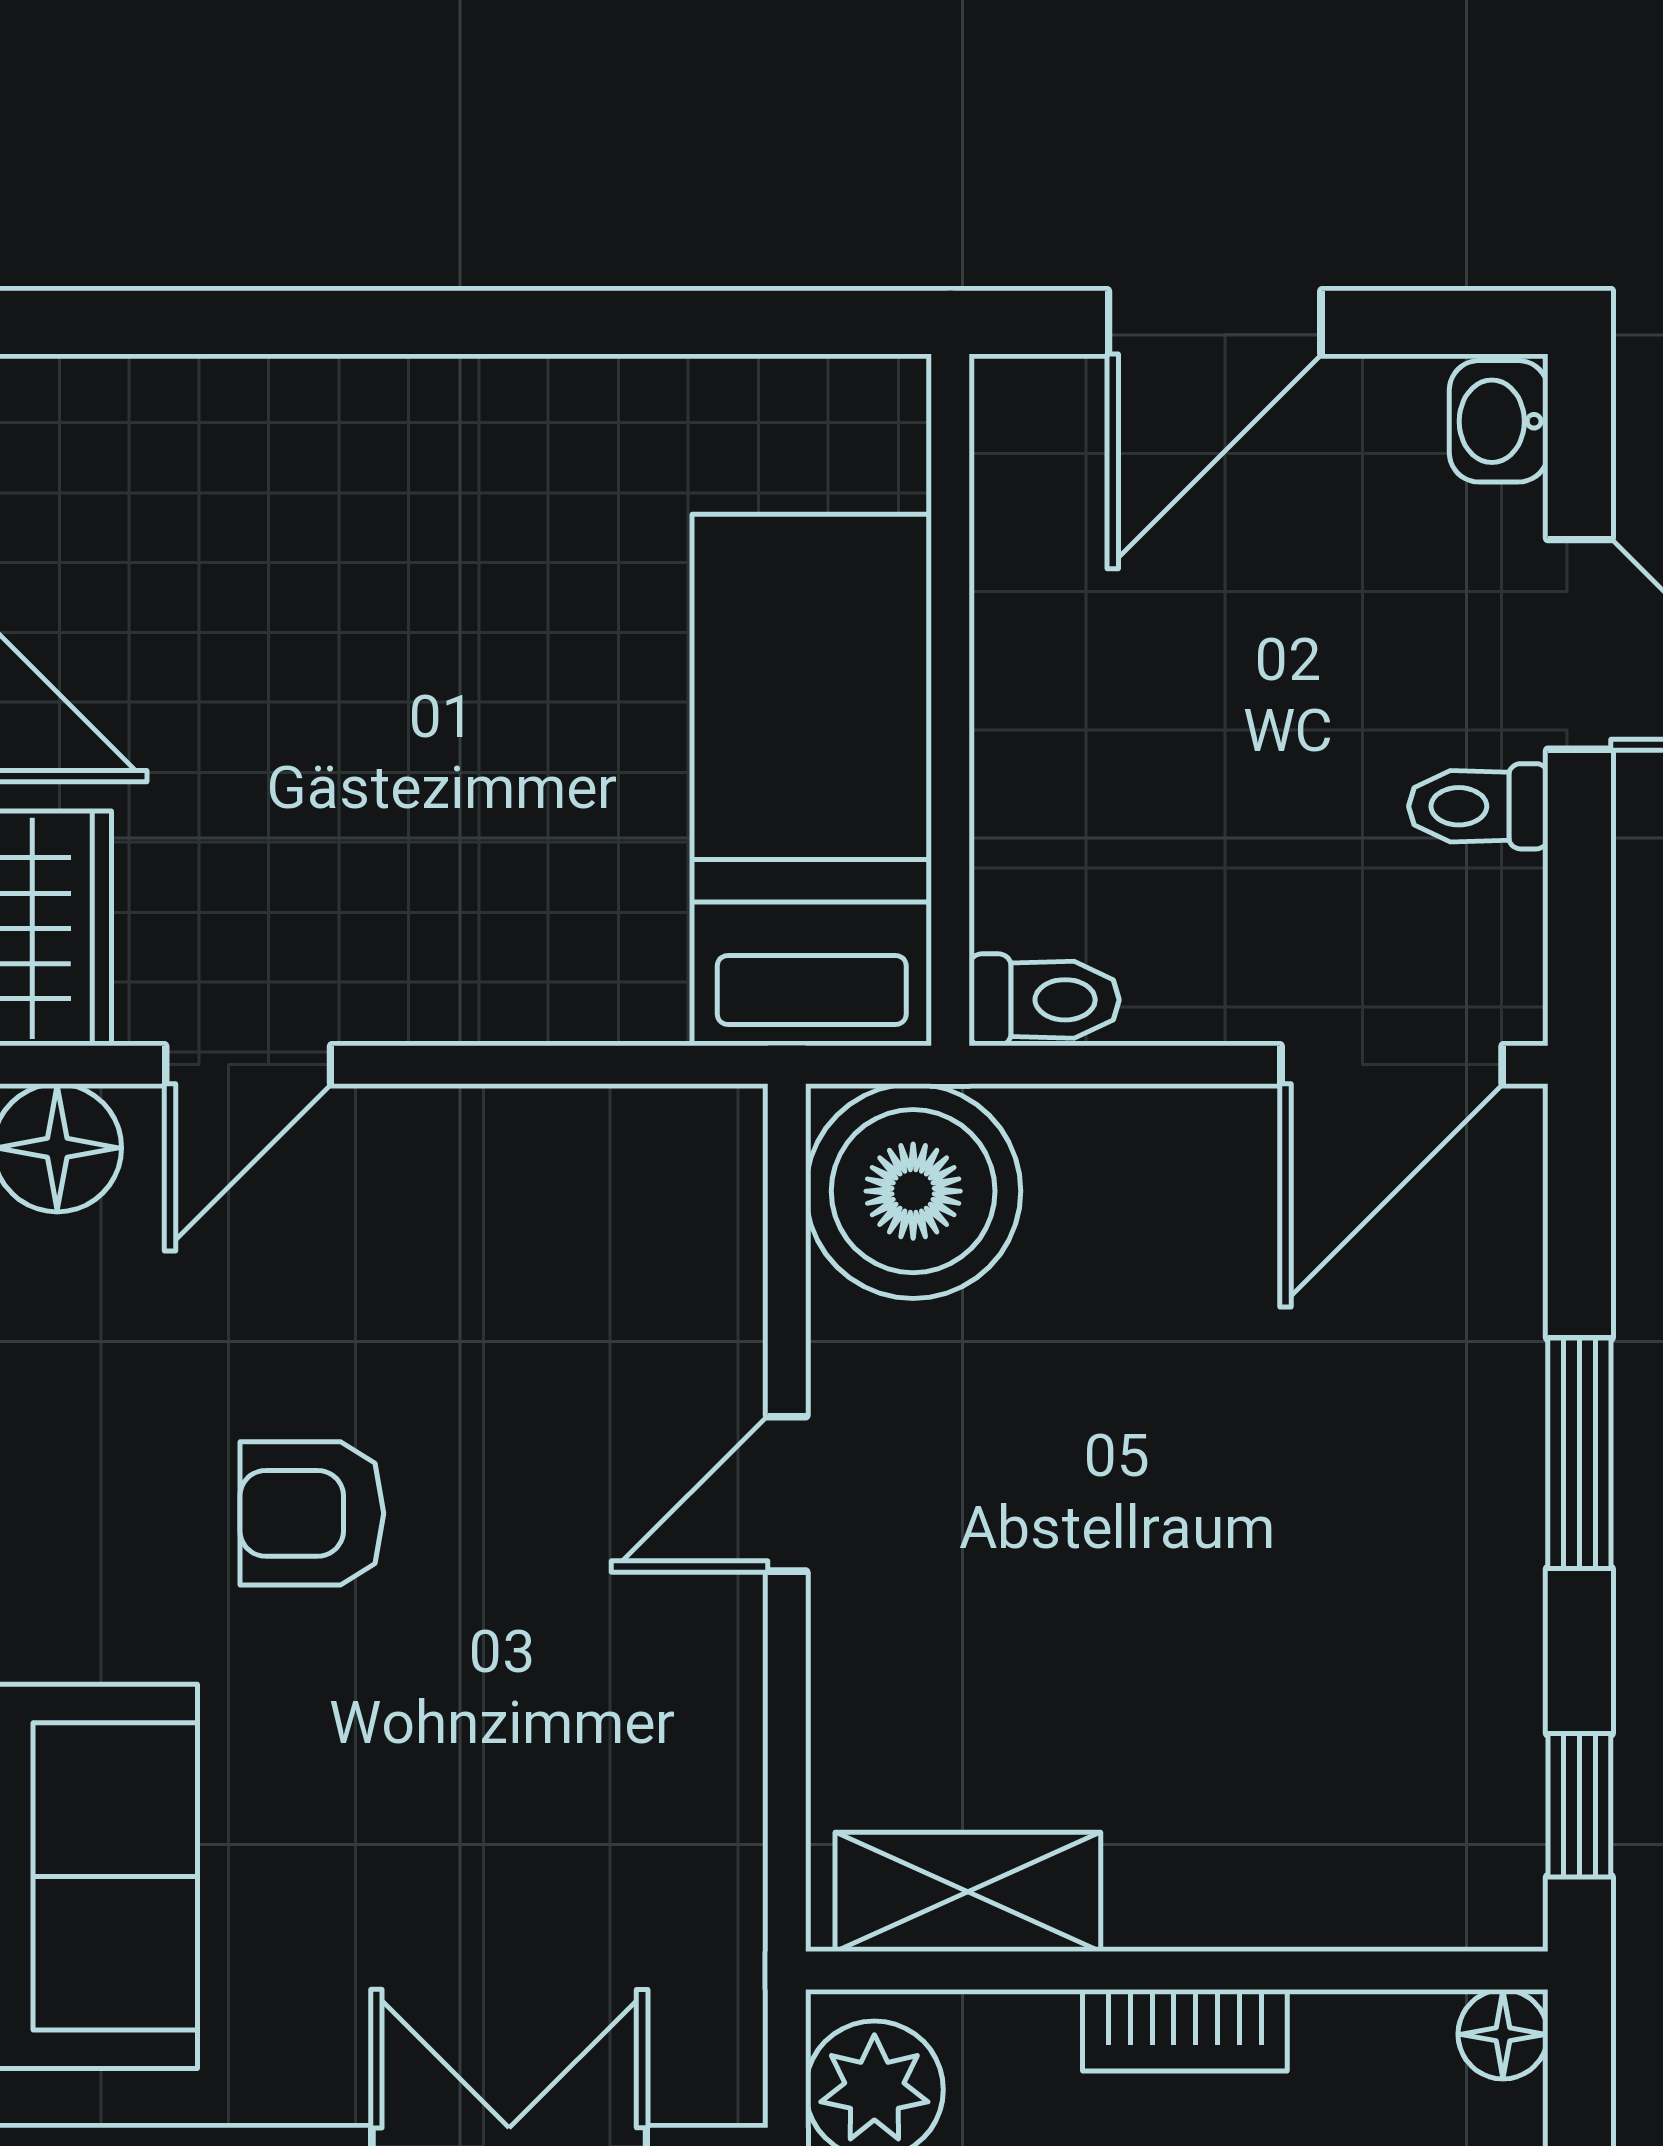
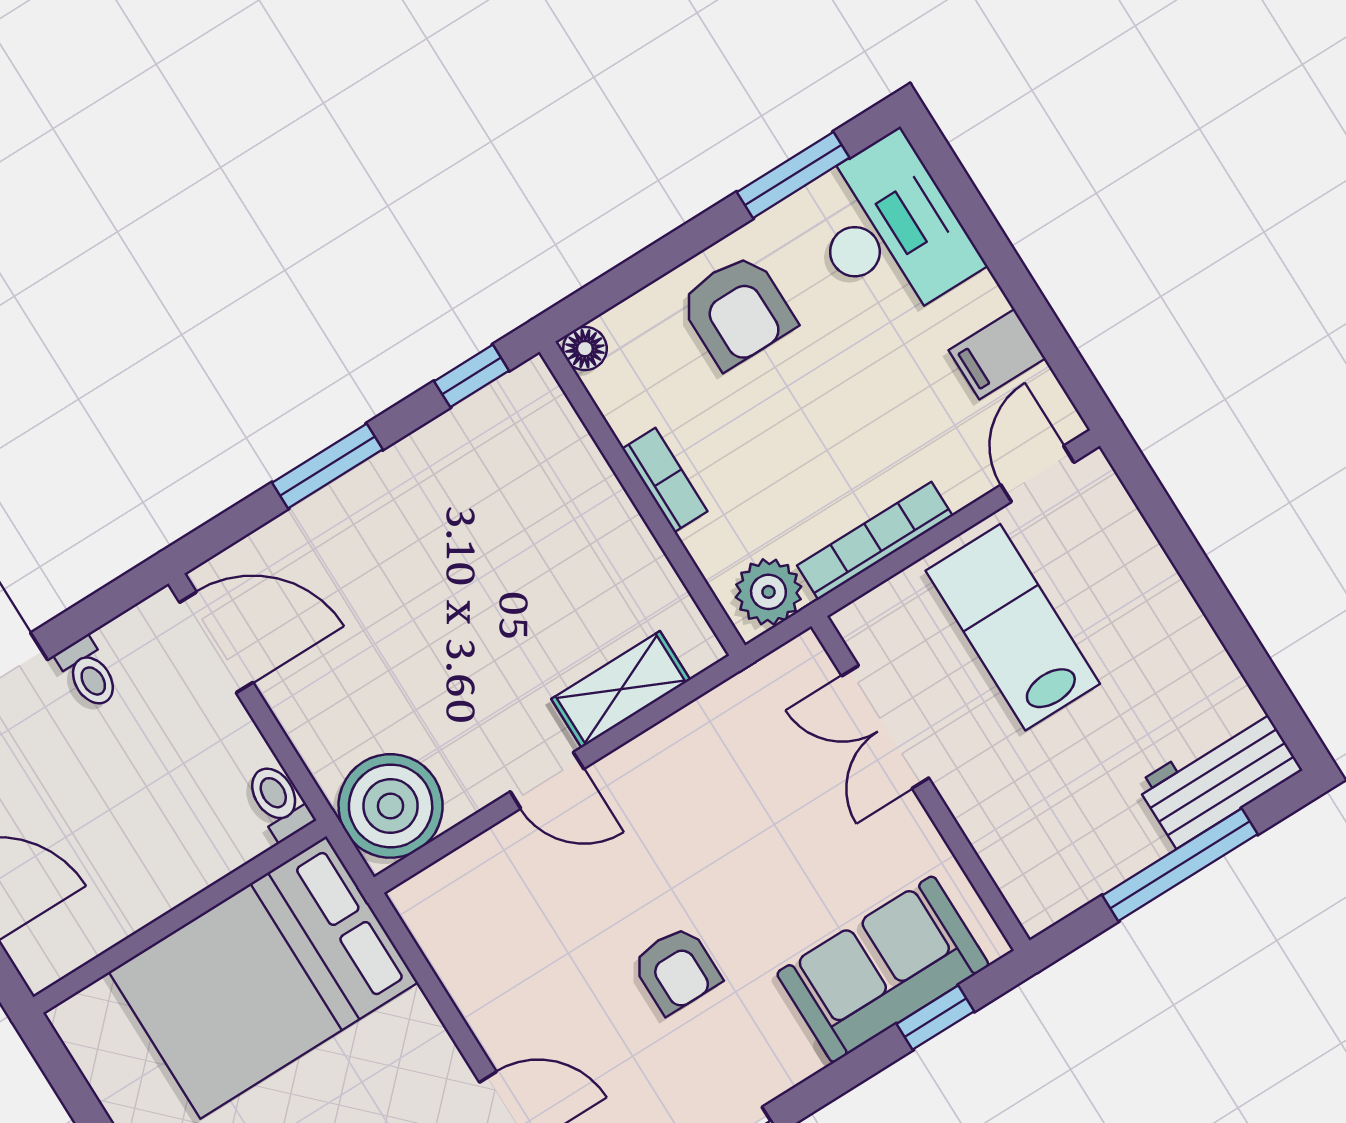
bed: (812, 780) -> (263, 977), width x1.50
shelving: (968, 1892) -> (621, 689), moved, turned 90

